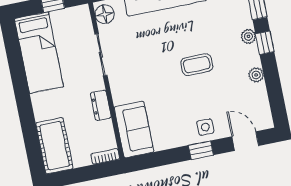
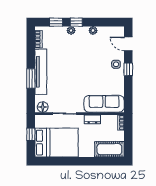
bed: (39, 53) -> (56, 143), width x1.50
coffee table: (197, 65) -> (81, 62), removed
sofa: (134, 129) -> (104, 104), width x1.36
door: (245, 141) -> (128, 44), hinge flipped

